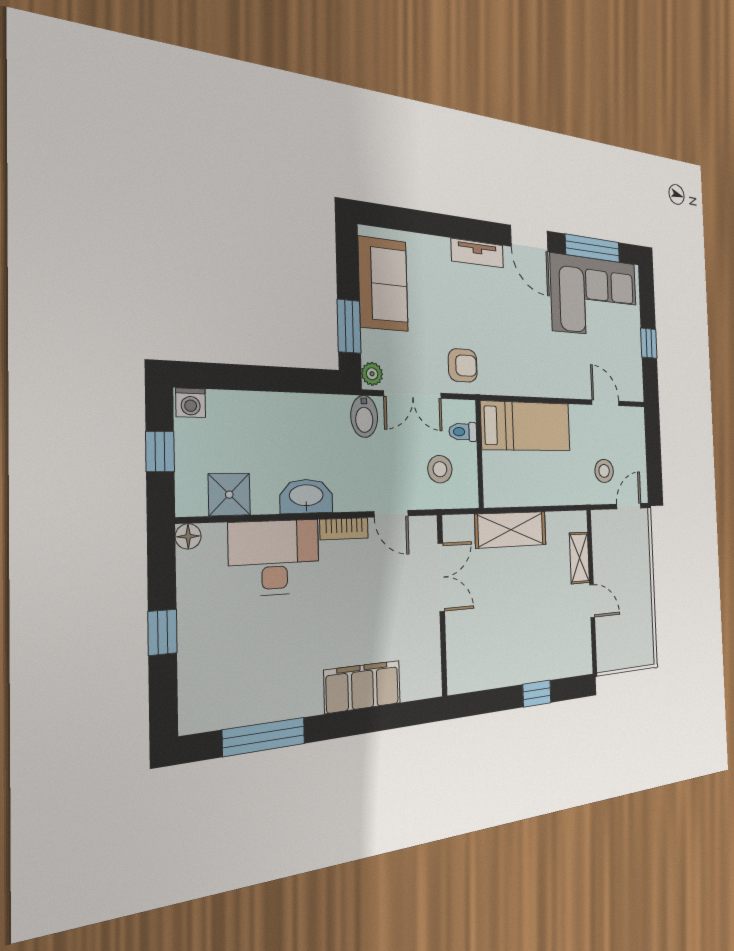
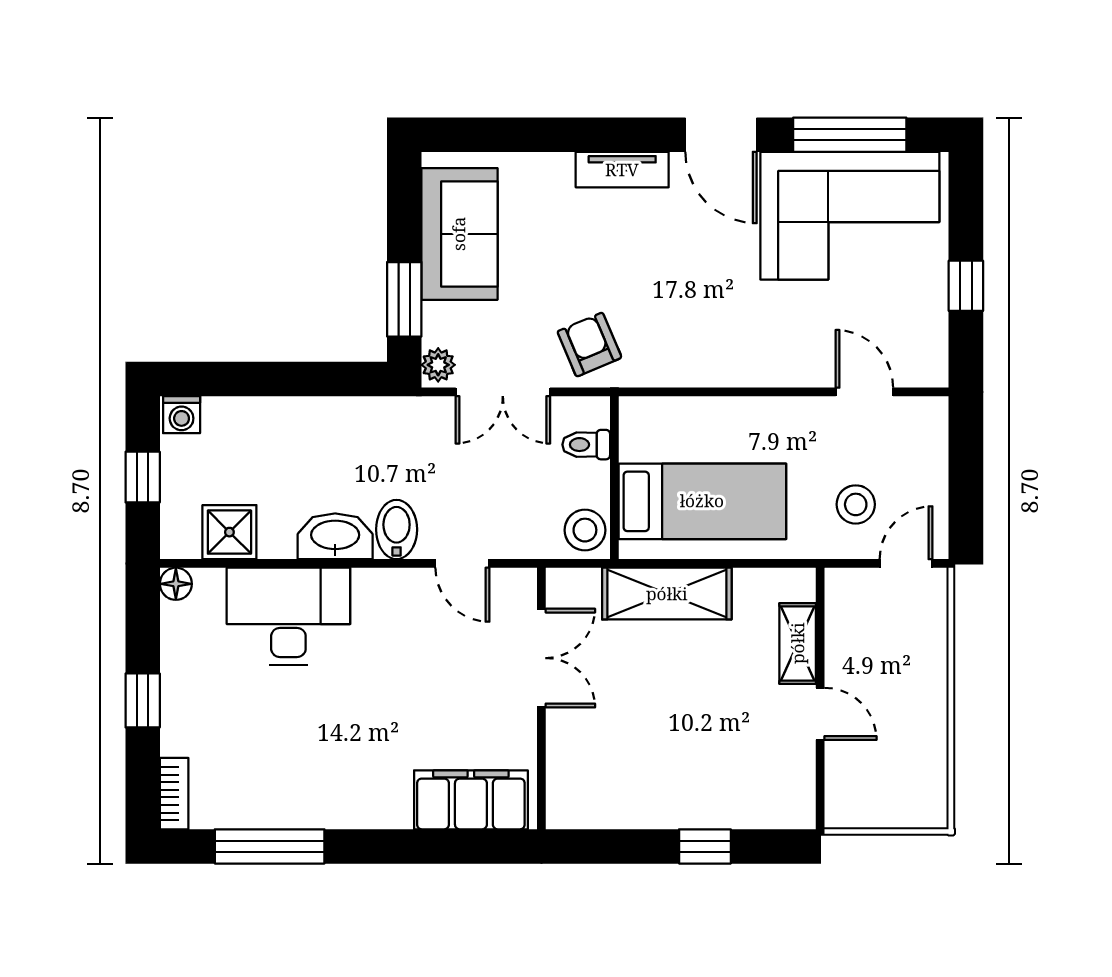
armchair: (463, 365) -> (589, 345), turned -113
bidet: (364, 416) -> (397, 529), moved, turned 180
bed: (526, 426) -> (702, 501), moved
stool: (440, 469) -> (585, 530), moved
bookcase: (344, 529) -> (174, 794), moved, turned -90
filing cabinet: (363, 687) -> (471, 800), moved

